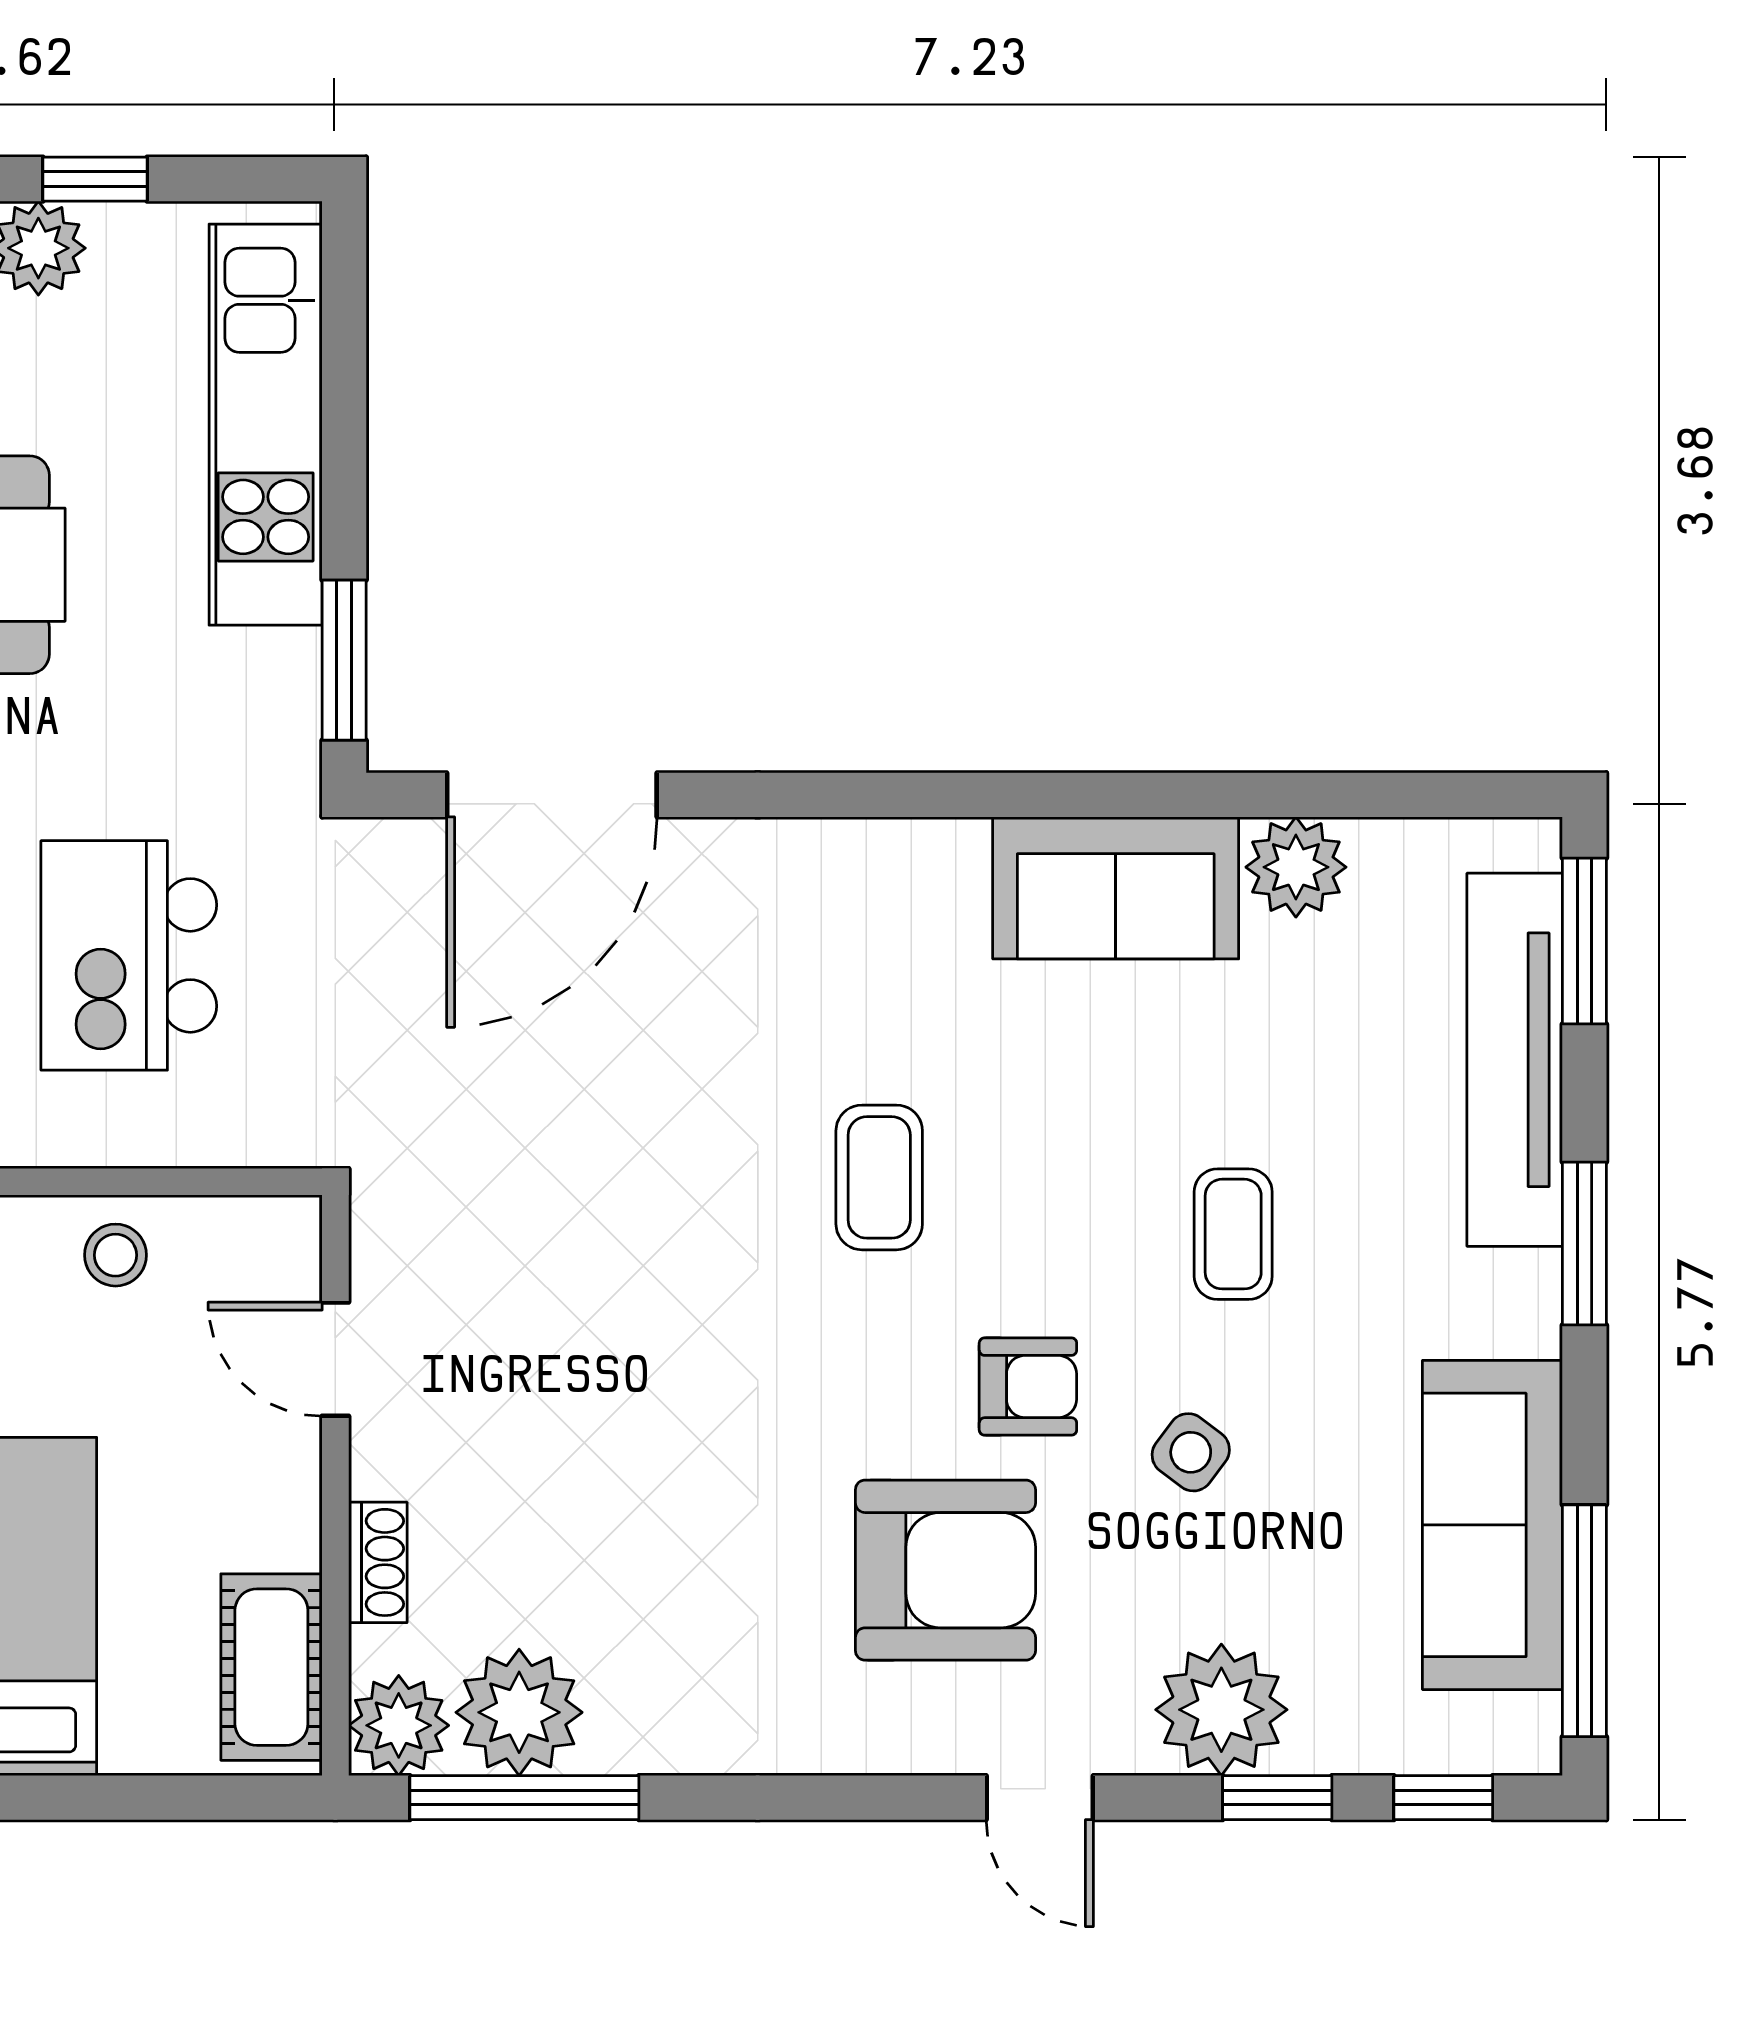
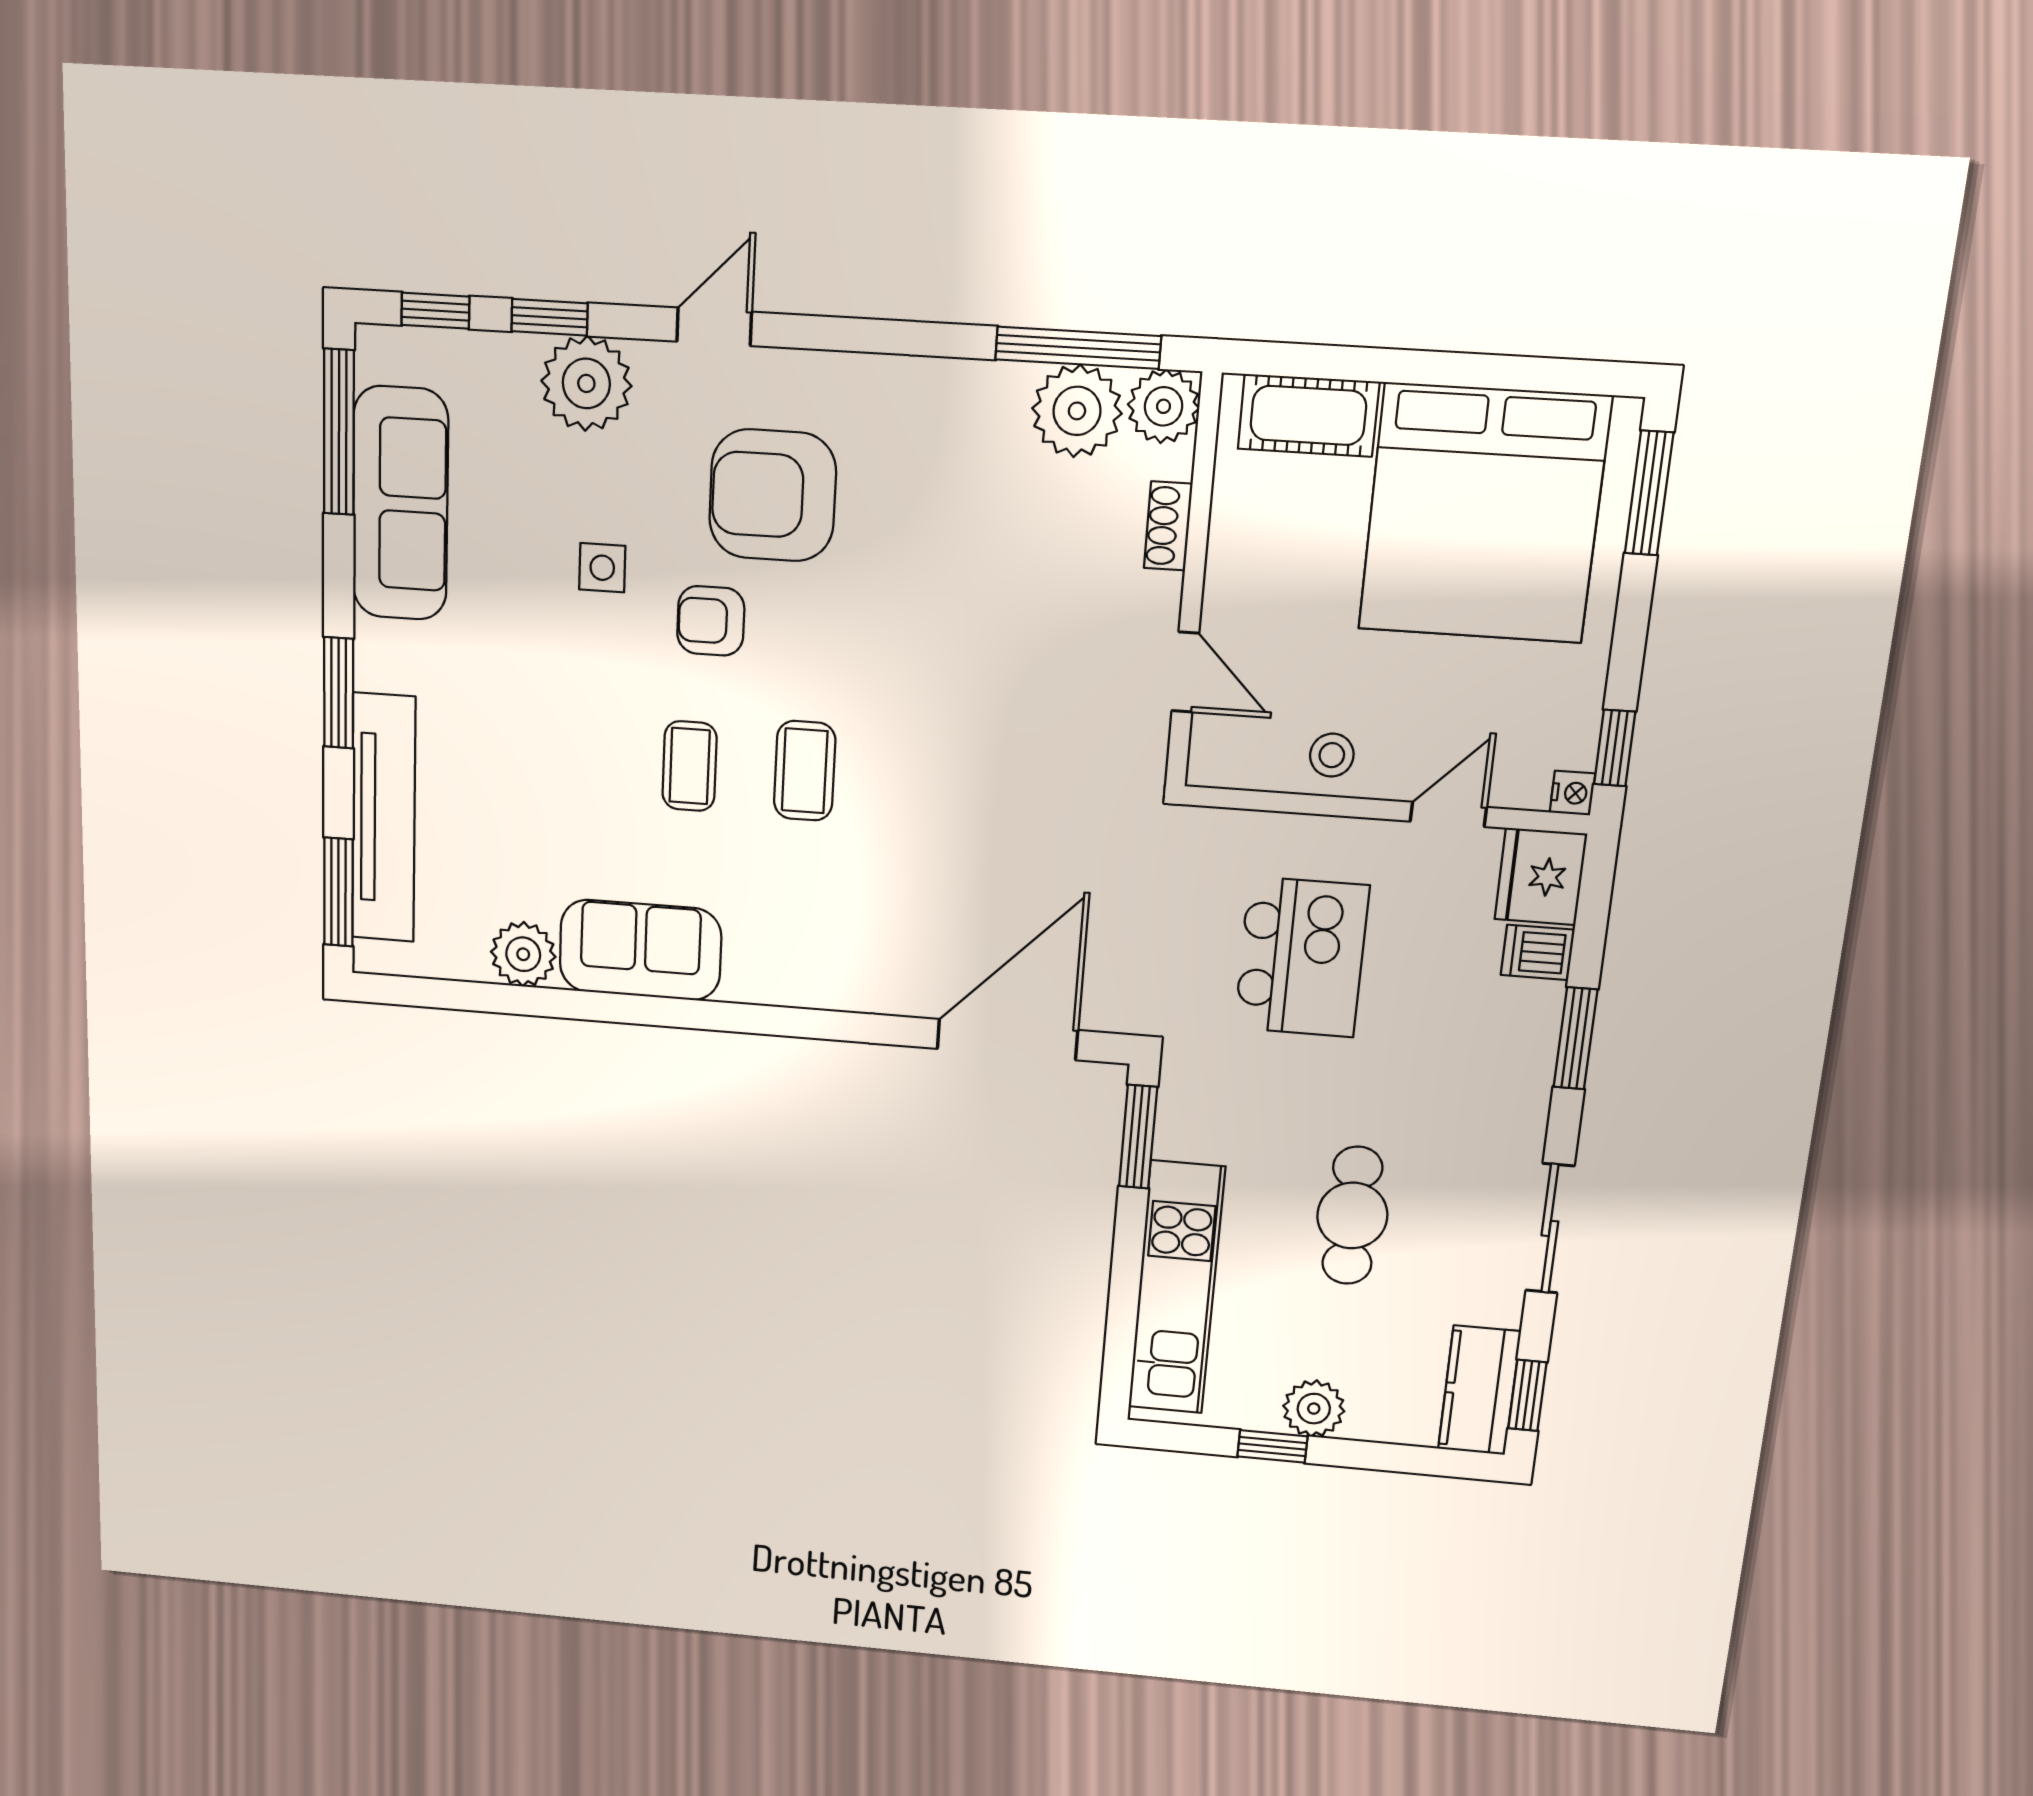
coffee table: (1233, 1234) -> (690, 766), moved
side table: (1191, 1452) -> (602, 568), turned -37
cot: (271, 1667) -> (1308, 415), moved, turned 90
door: (1040, 1798) -> (714, 327), hinge flipped

